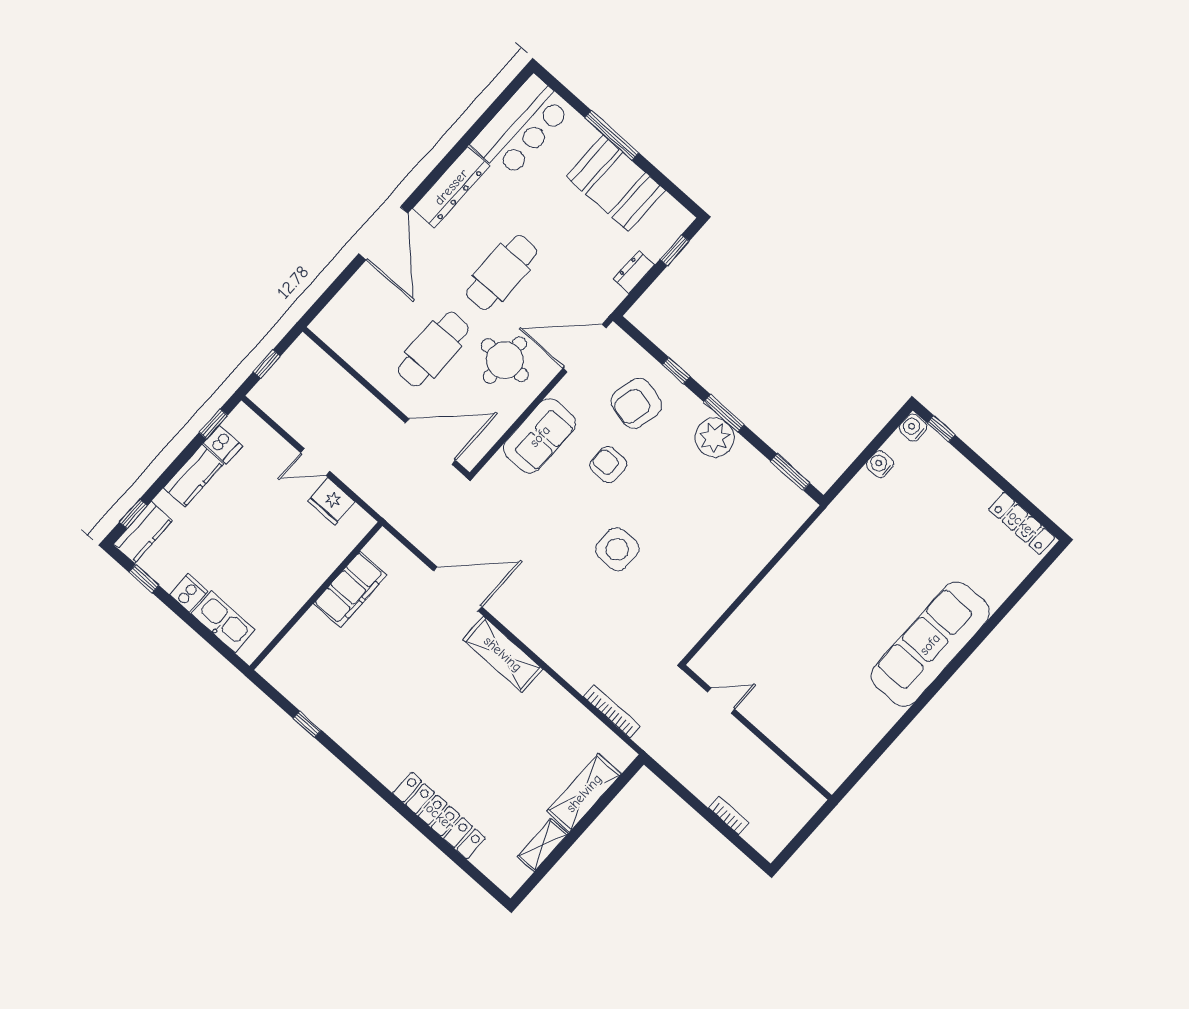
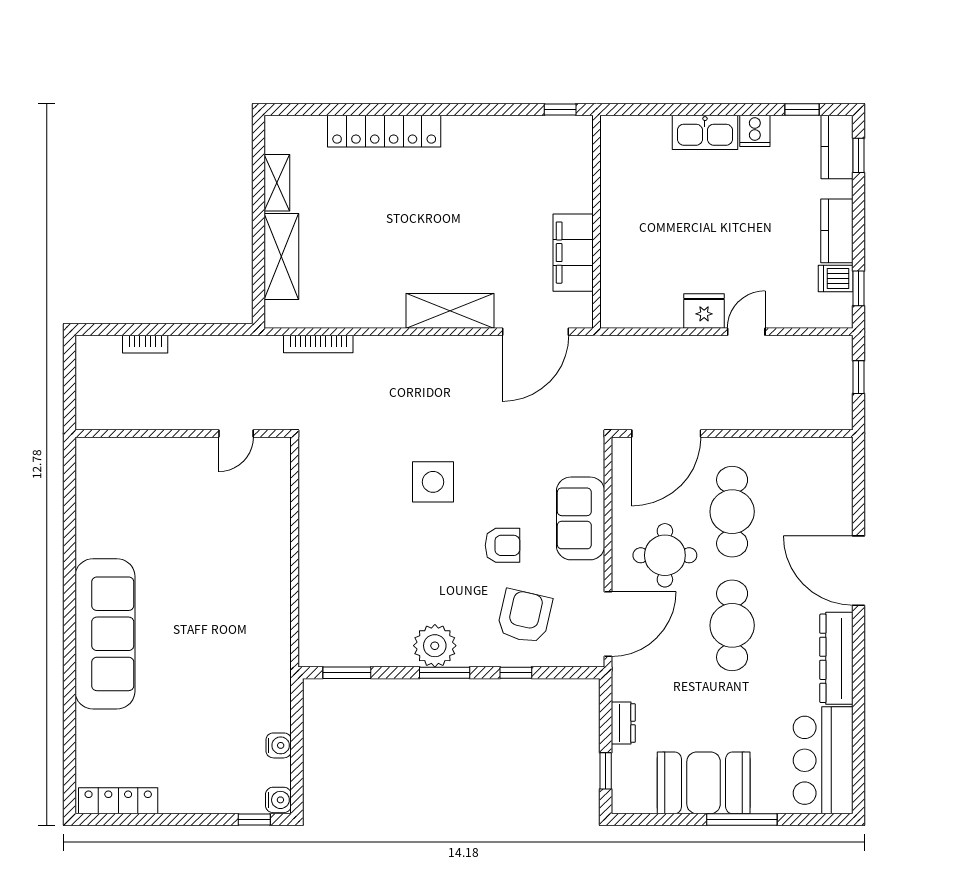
filing cabinet: (350, 589) -> (573, 253), moved
wall: (316, 596) -> (597, 222), moved

